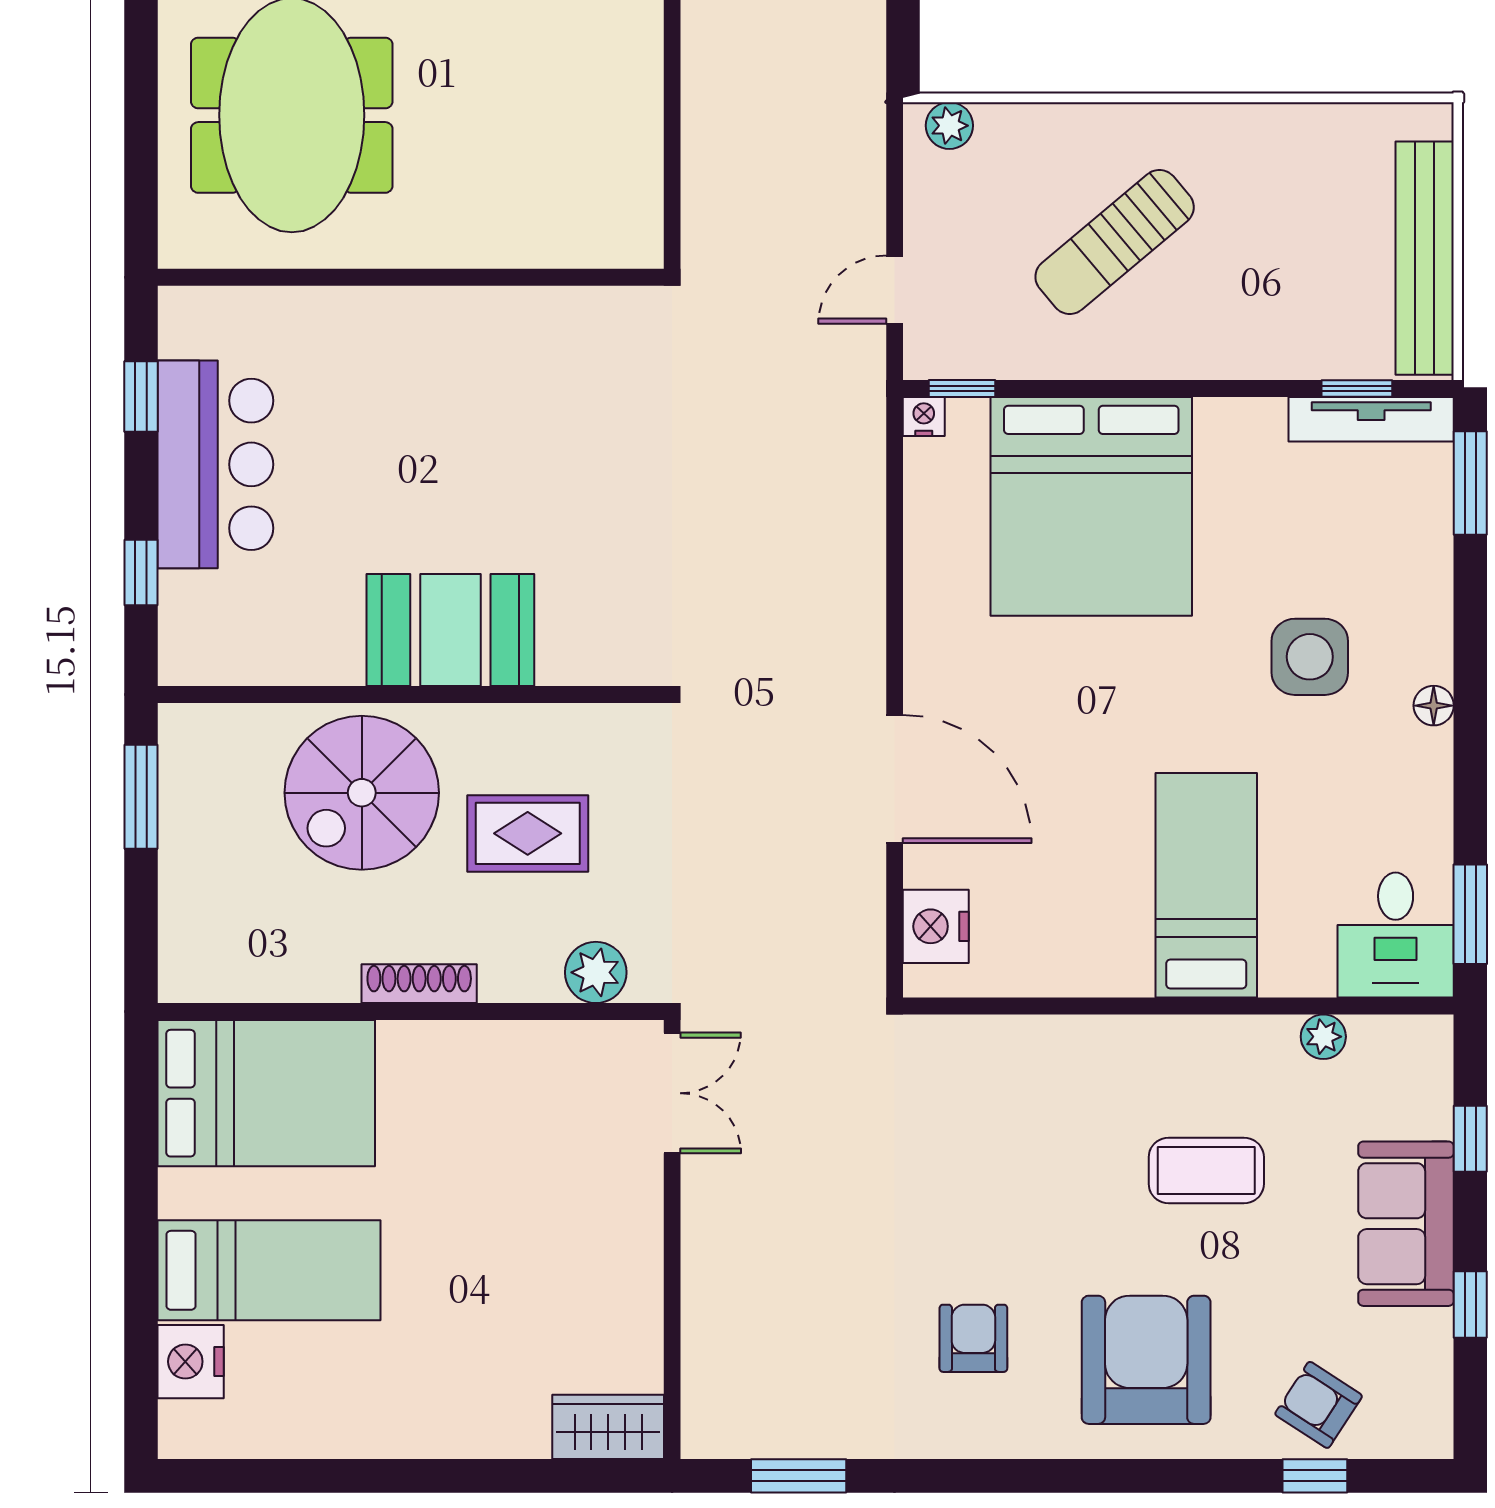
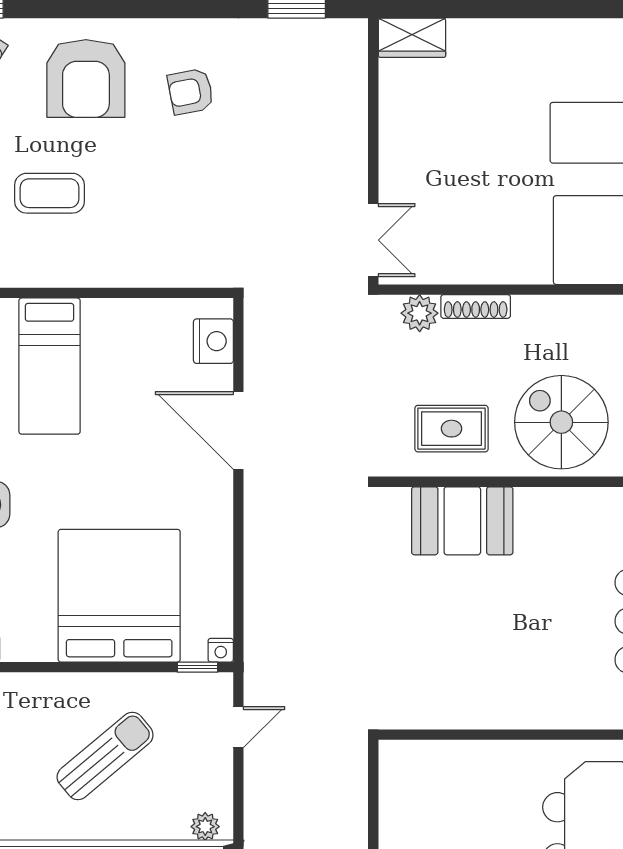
booth: (450, 630) -> (462, 521), moved
spiral stairs: (362, 793) -> (561, 422), turned -90
rug: (528, 833) -> (452, 429), moved
shoe rack: (419, 984) -> (476, 306), moved
double door: (672, 1093) -> (373, 240), swing flipped
armchair: (973, 1338) -> (191, 91), turned 79

